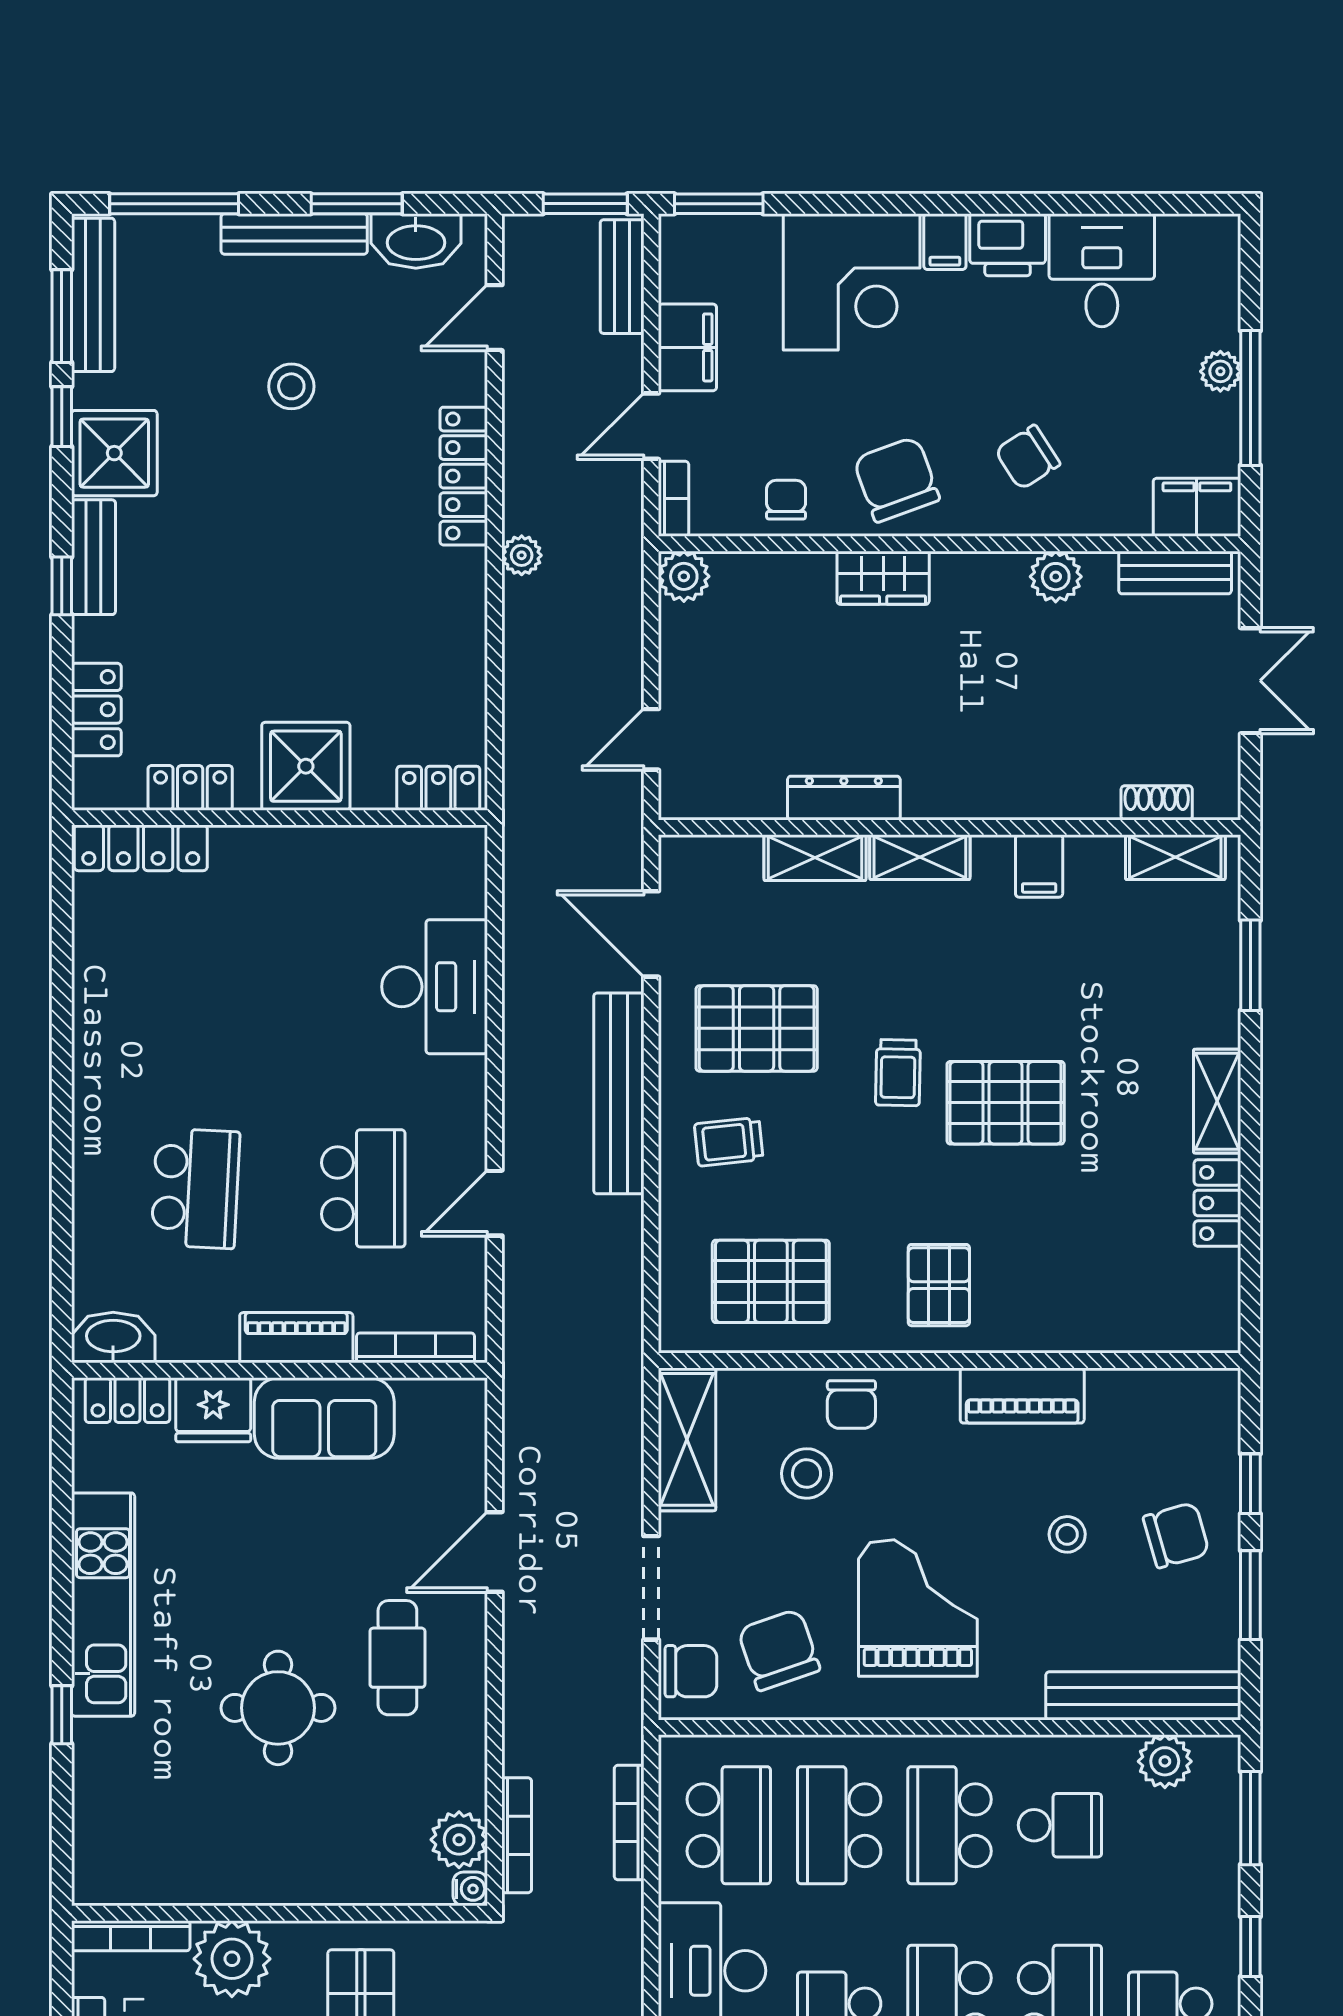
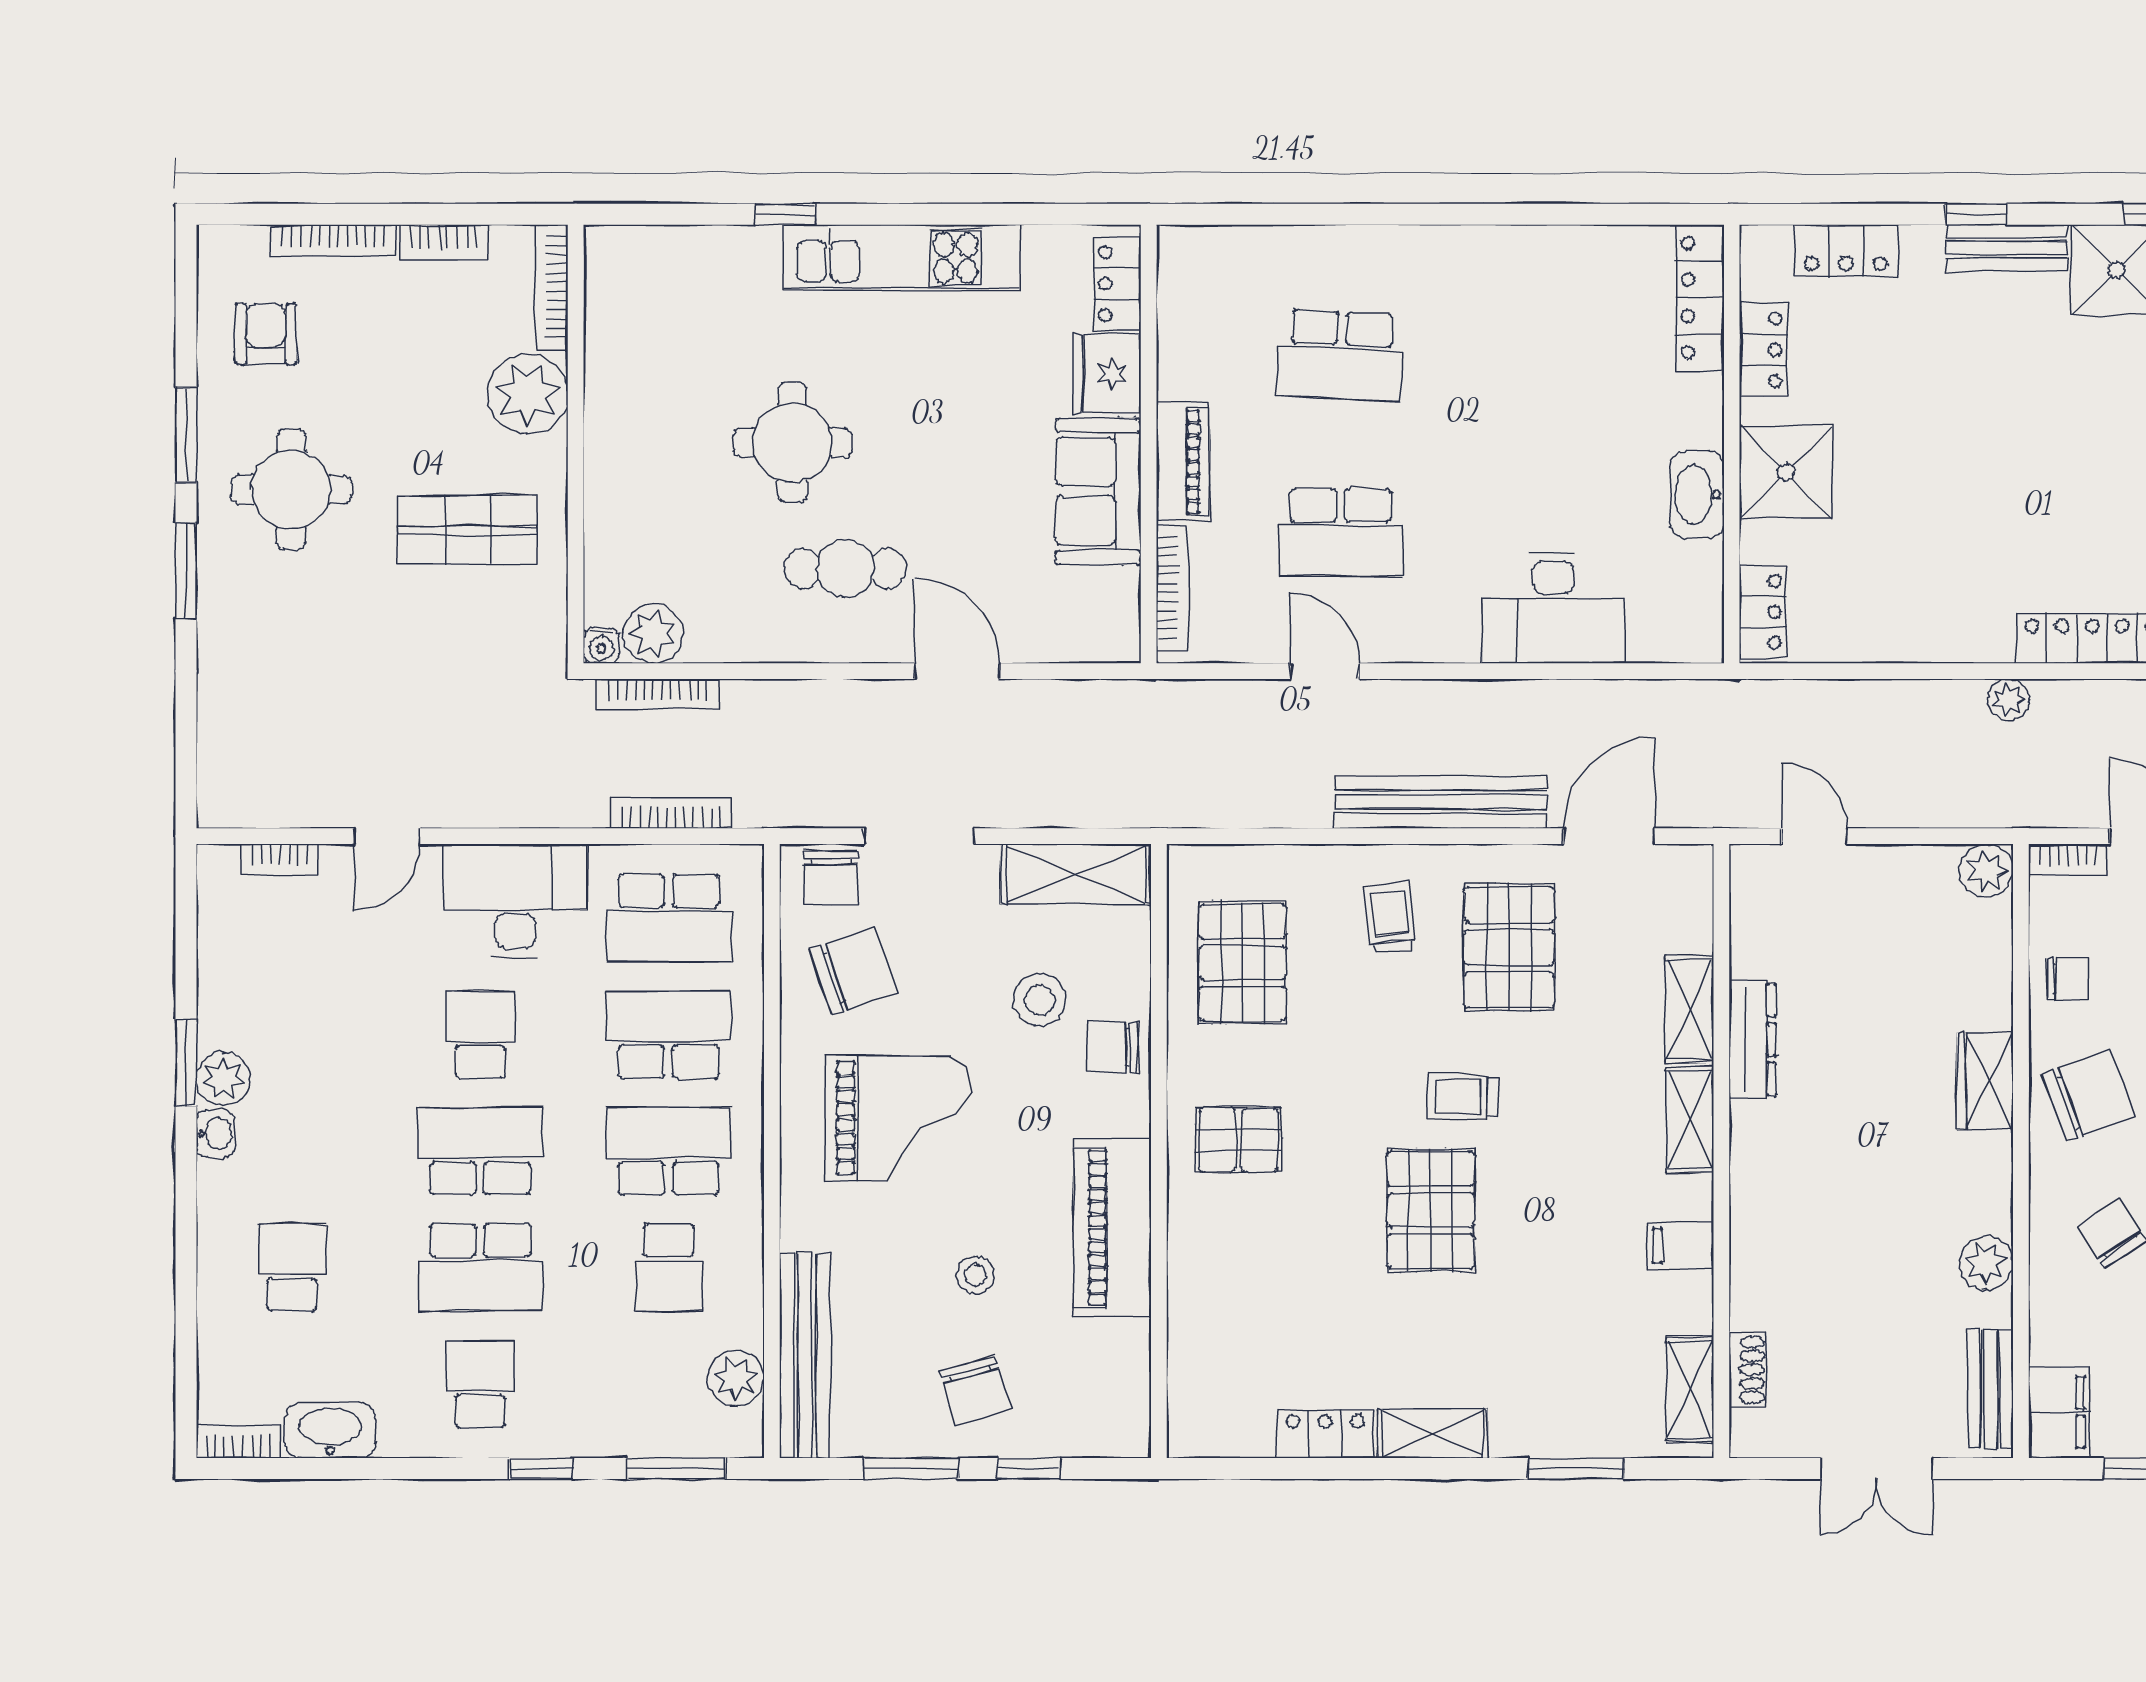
washbasin: (113, 1338) -> (1697, 494), moved, turned 180
piano: (1022, 1396) -> (1112, 1228), width x1.37, depth x1.33

